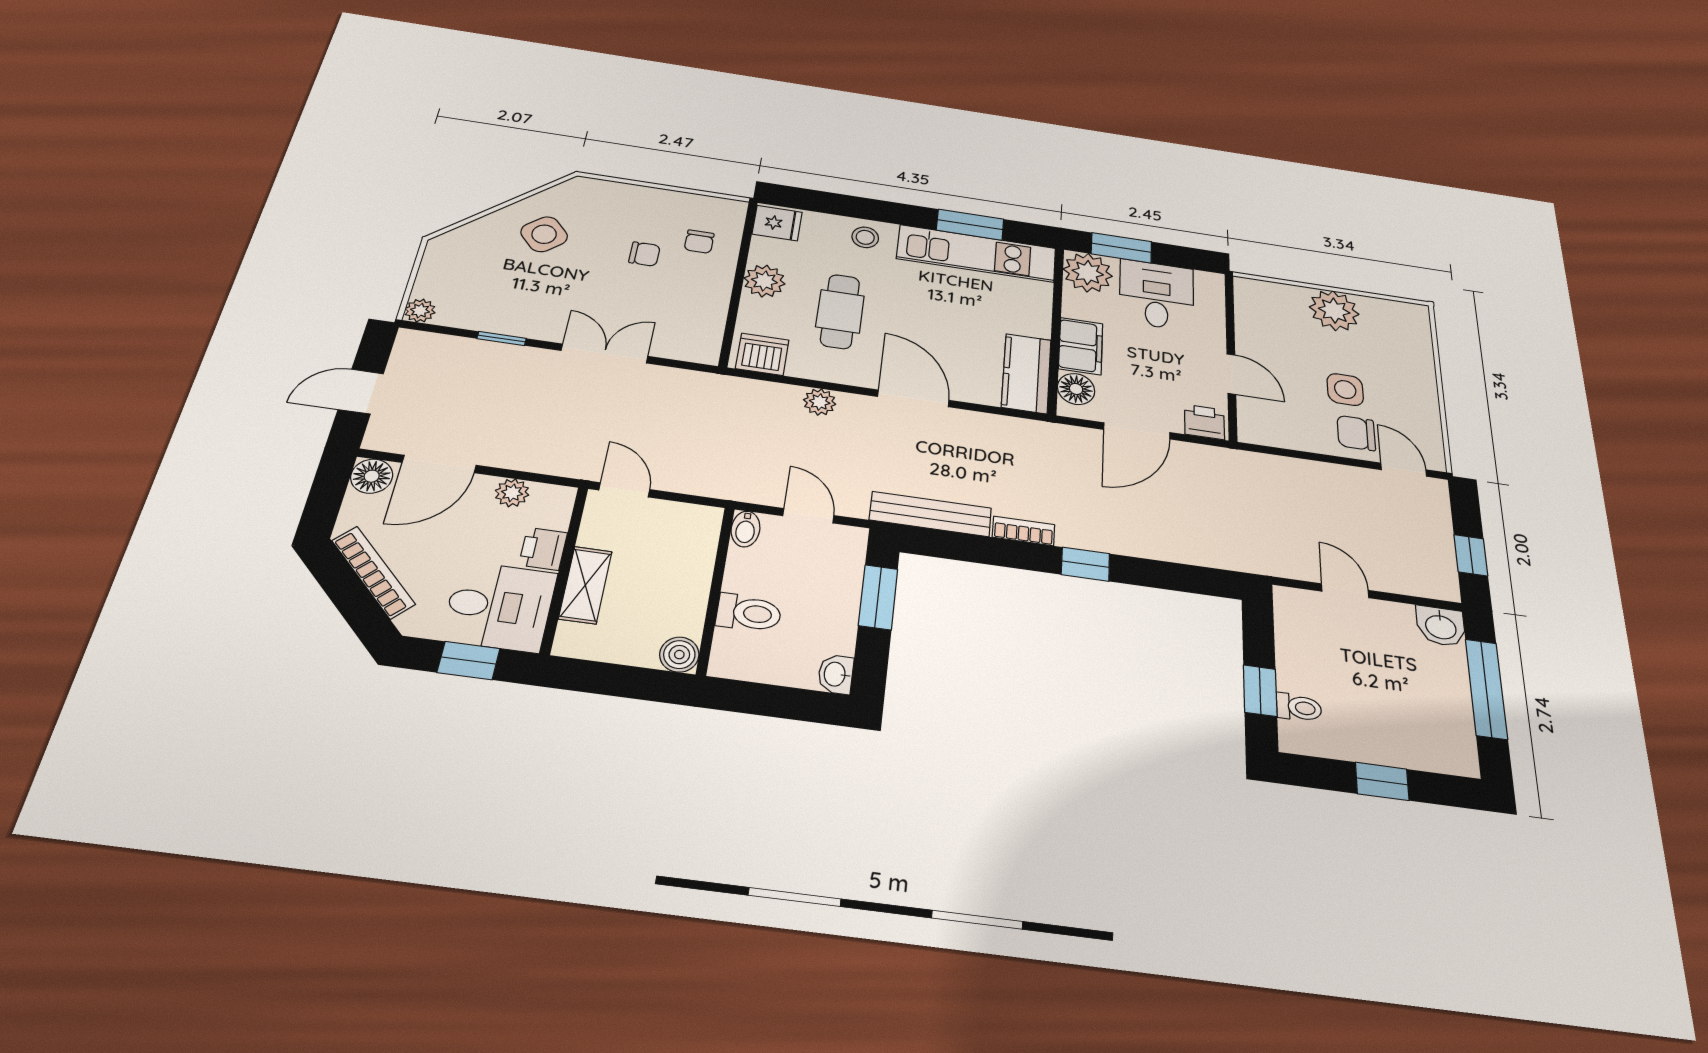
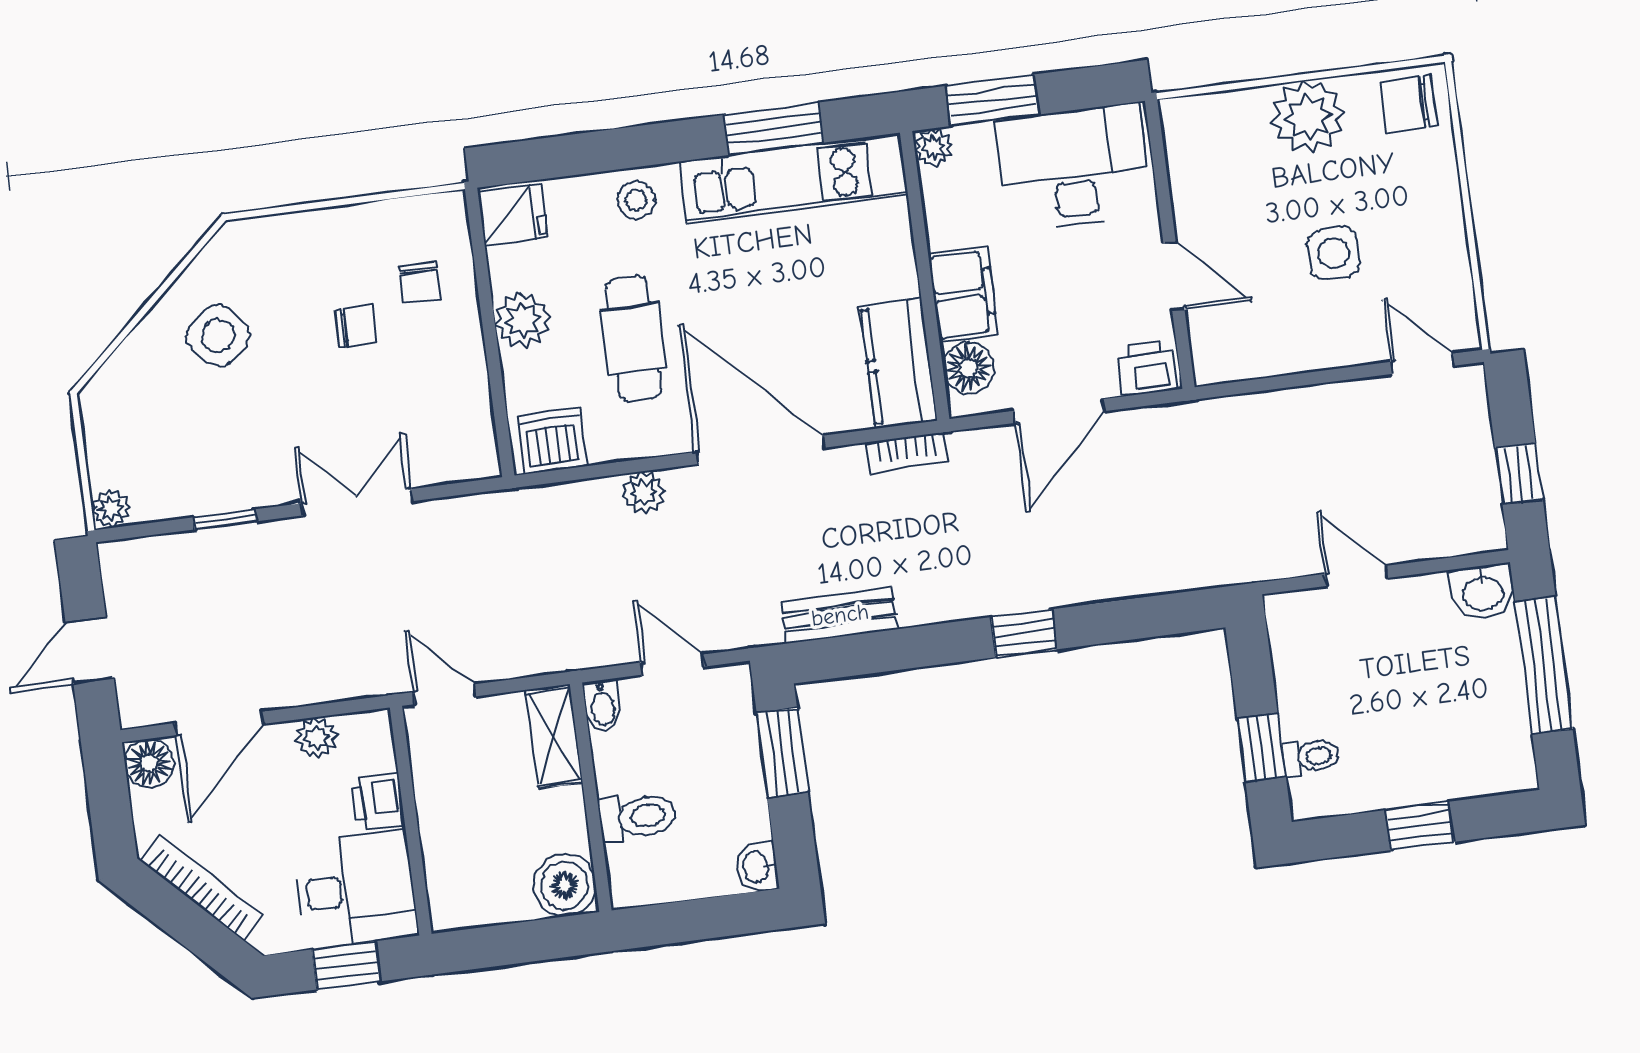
plant: (1088, 273) -> (933, 147), width x0.53, depth x0.53
desk: (1157, 295) -> (1073, 168), width x1.37
door: (913, 398) -> (760, 450), width x1.36
chair: (1356, 433) -> (1409, 104), moved
bench: (931, 514) -> (840, 615), width x0.73
bookcase: (1024, 531) -> (907, 453), moved, turned 180
shelving: (585, 585) -> (554, 736), moved
boiler: (679, 655) -> (565, 885), width x1.36, depth x1.36

